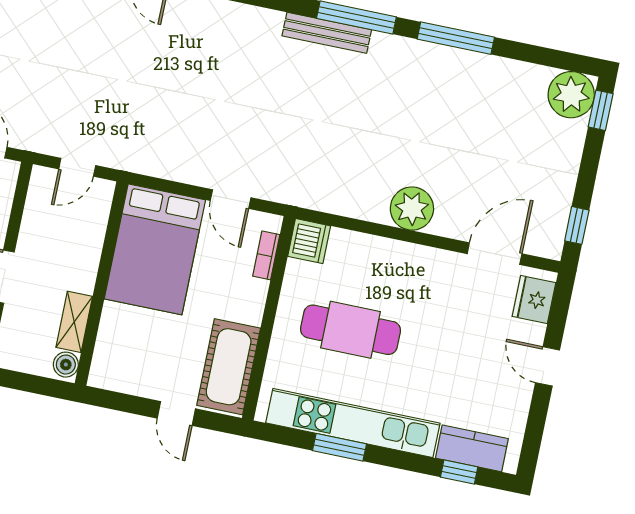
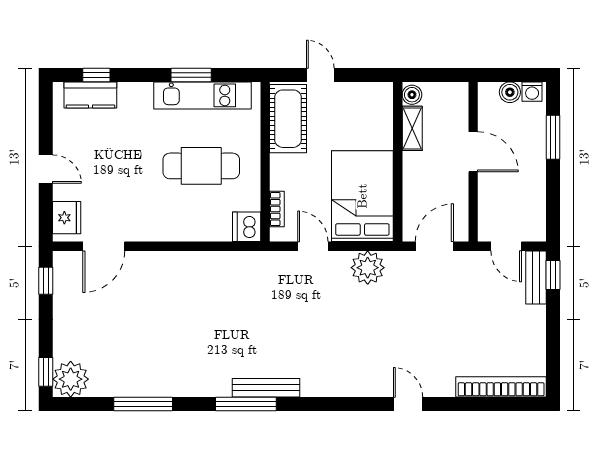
window: (456, 38) -> (143, 404), moved
door: (77, 167) -> (434, 246), width x1.38
plant: (412, 209) -> (368, 268), moved
kitchen unit: (353, 423) -> (202, 95), width x0.73

